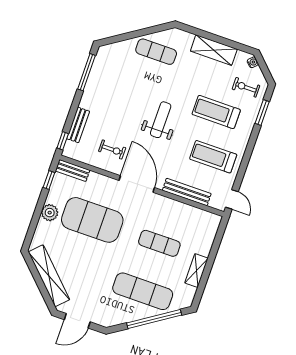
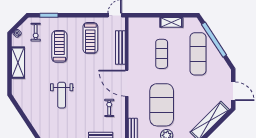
exercise mat: (156, 52) -> (33, 101), removed
treadmill: (216, 112) -> (59, 46), turned 180
weight bench: (161, 120) -> (62, 95), moved, turned -90
door: (137, 184) -> (127, 83), hinge flipped

